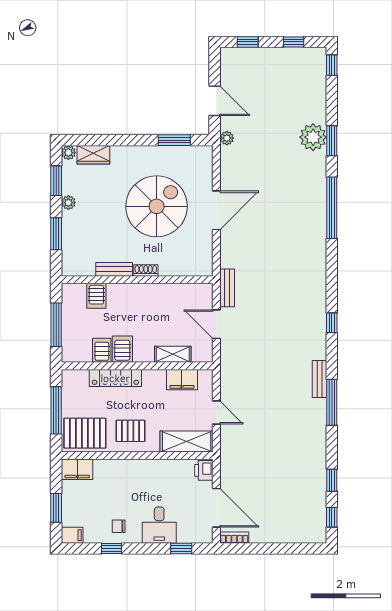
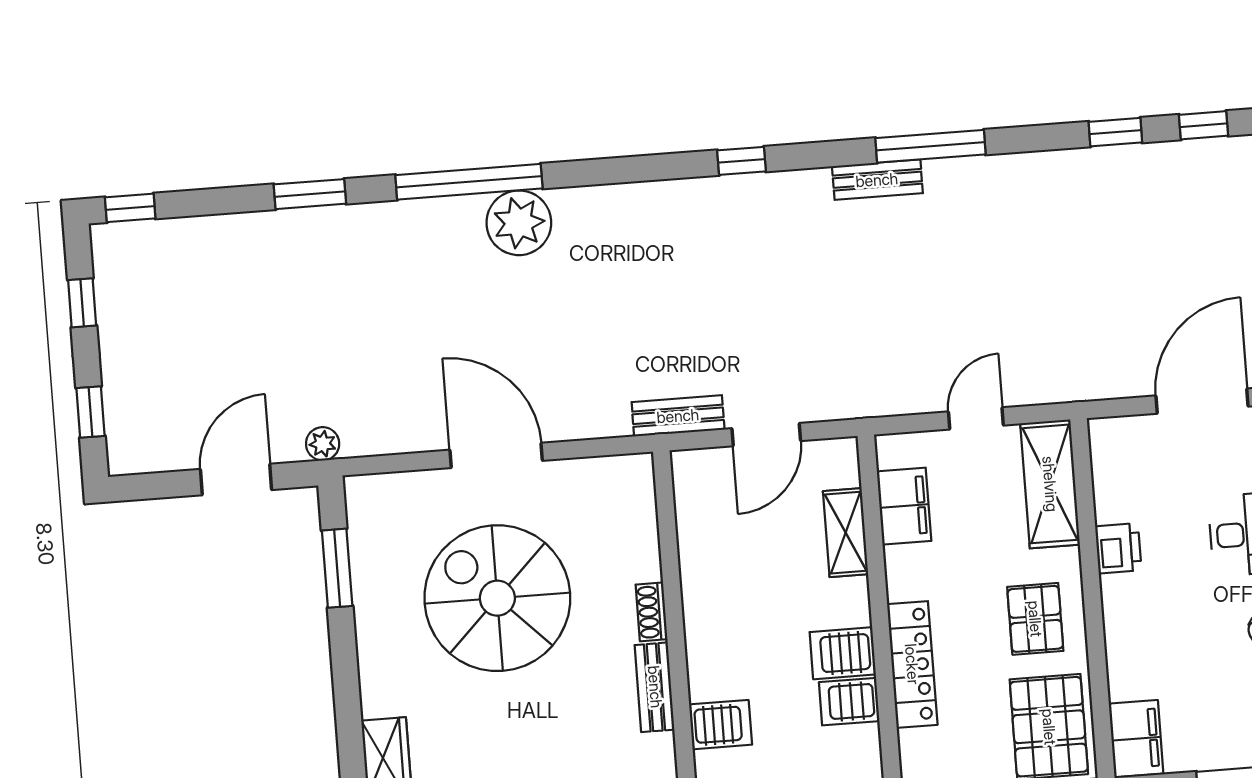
plant: (313, 137) -> (519, 223), moved
printer: (204, 470) -> (1118, 548), moved, turned -90

